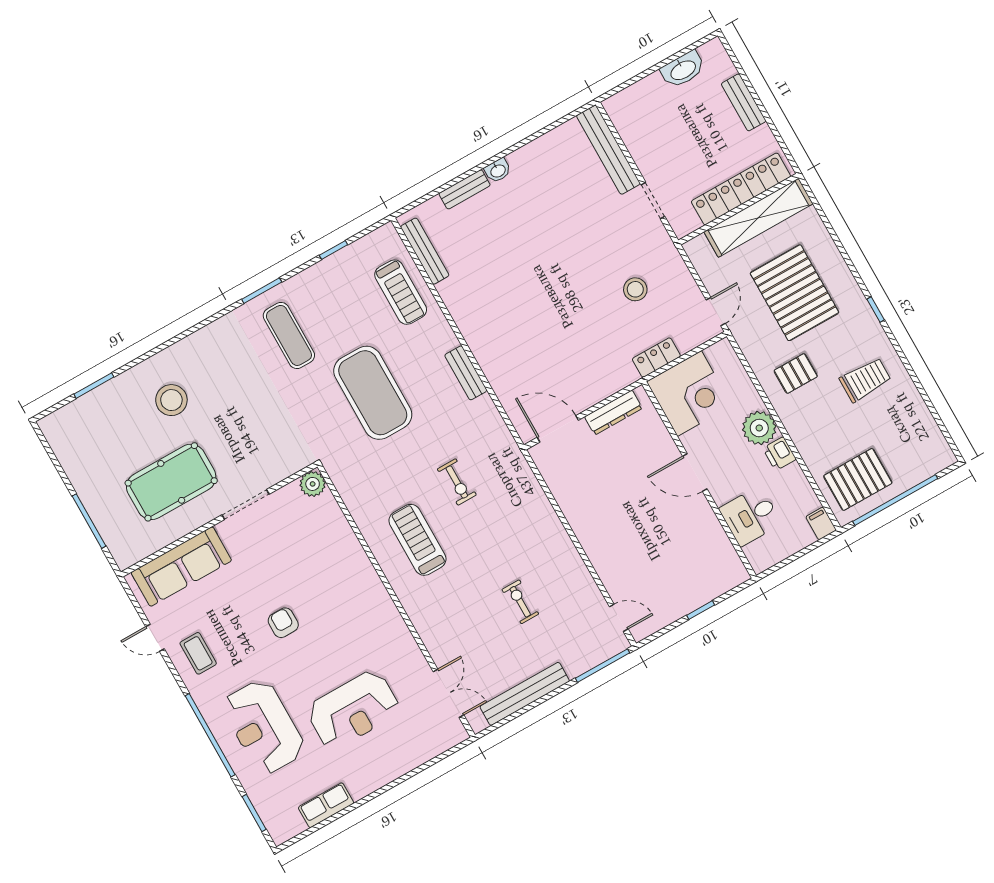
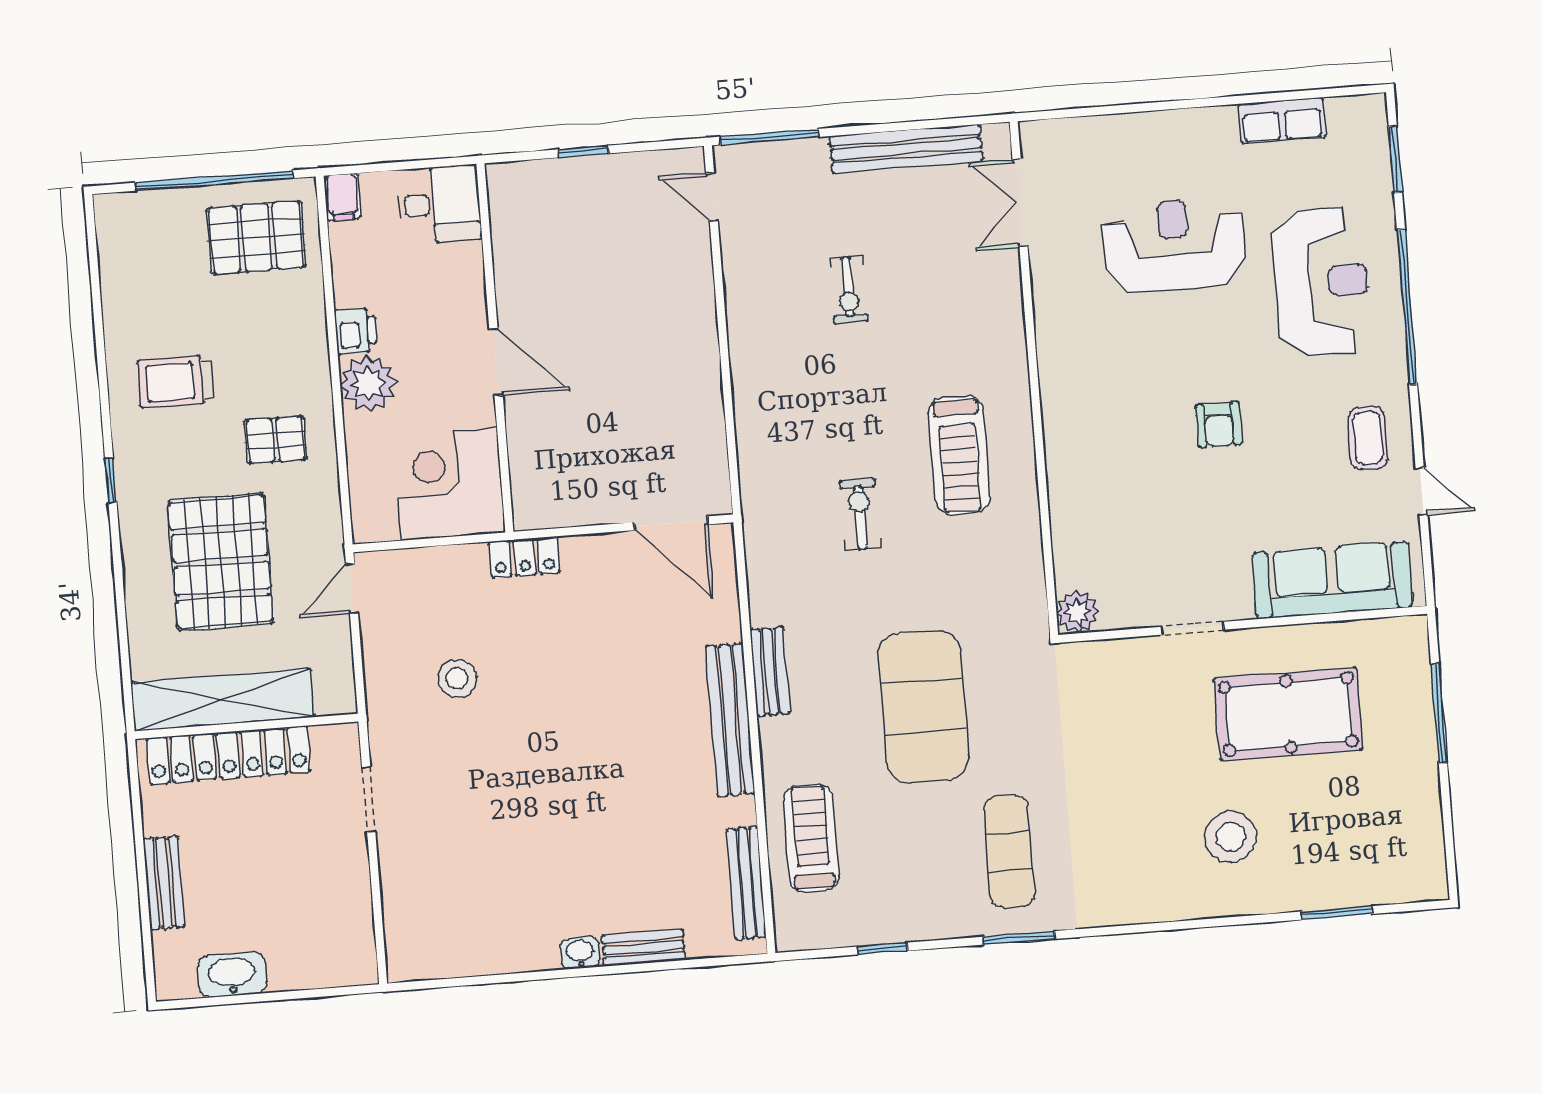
bench: (608, 150) -> (730, 720), moved
locker: (656, 358) -> (524, 557), moved
dresser: (613, 412) -> (576, 509), removed
doorway: (246, 504) -> (1192, 628), width x0.73
desk: (750, 516) -> (439, 204), moved

